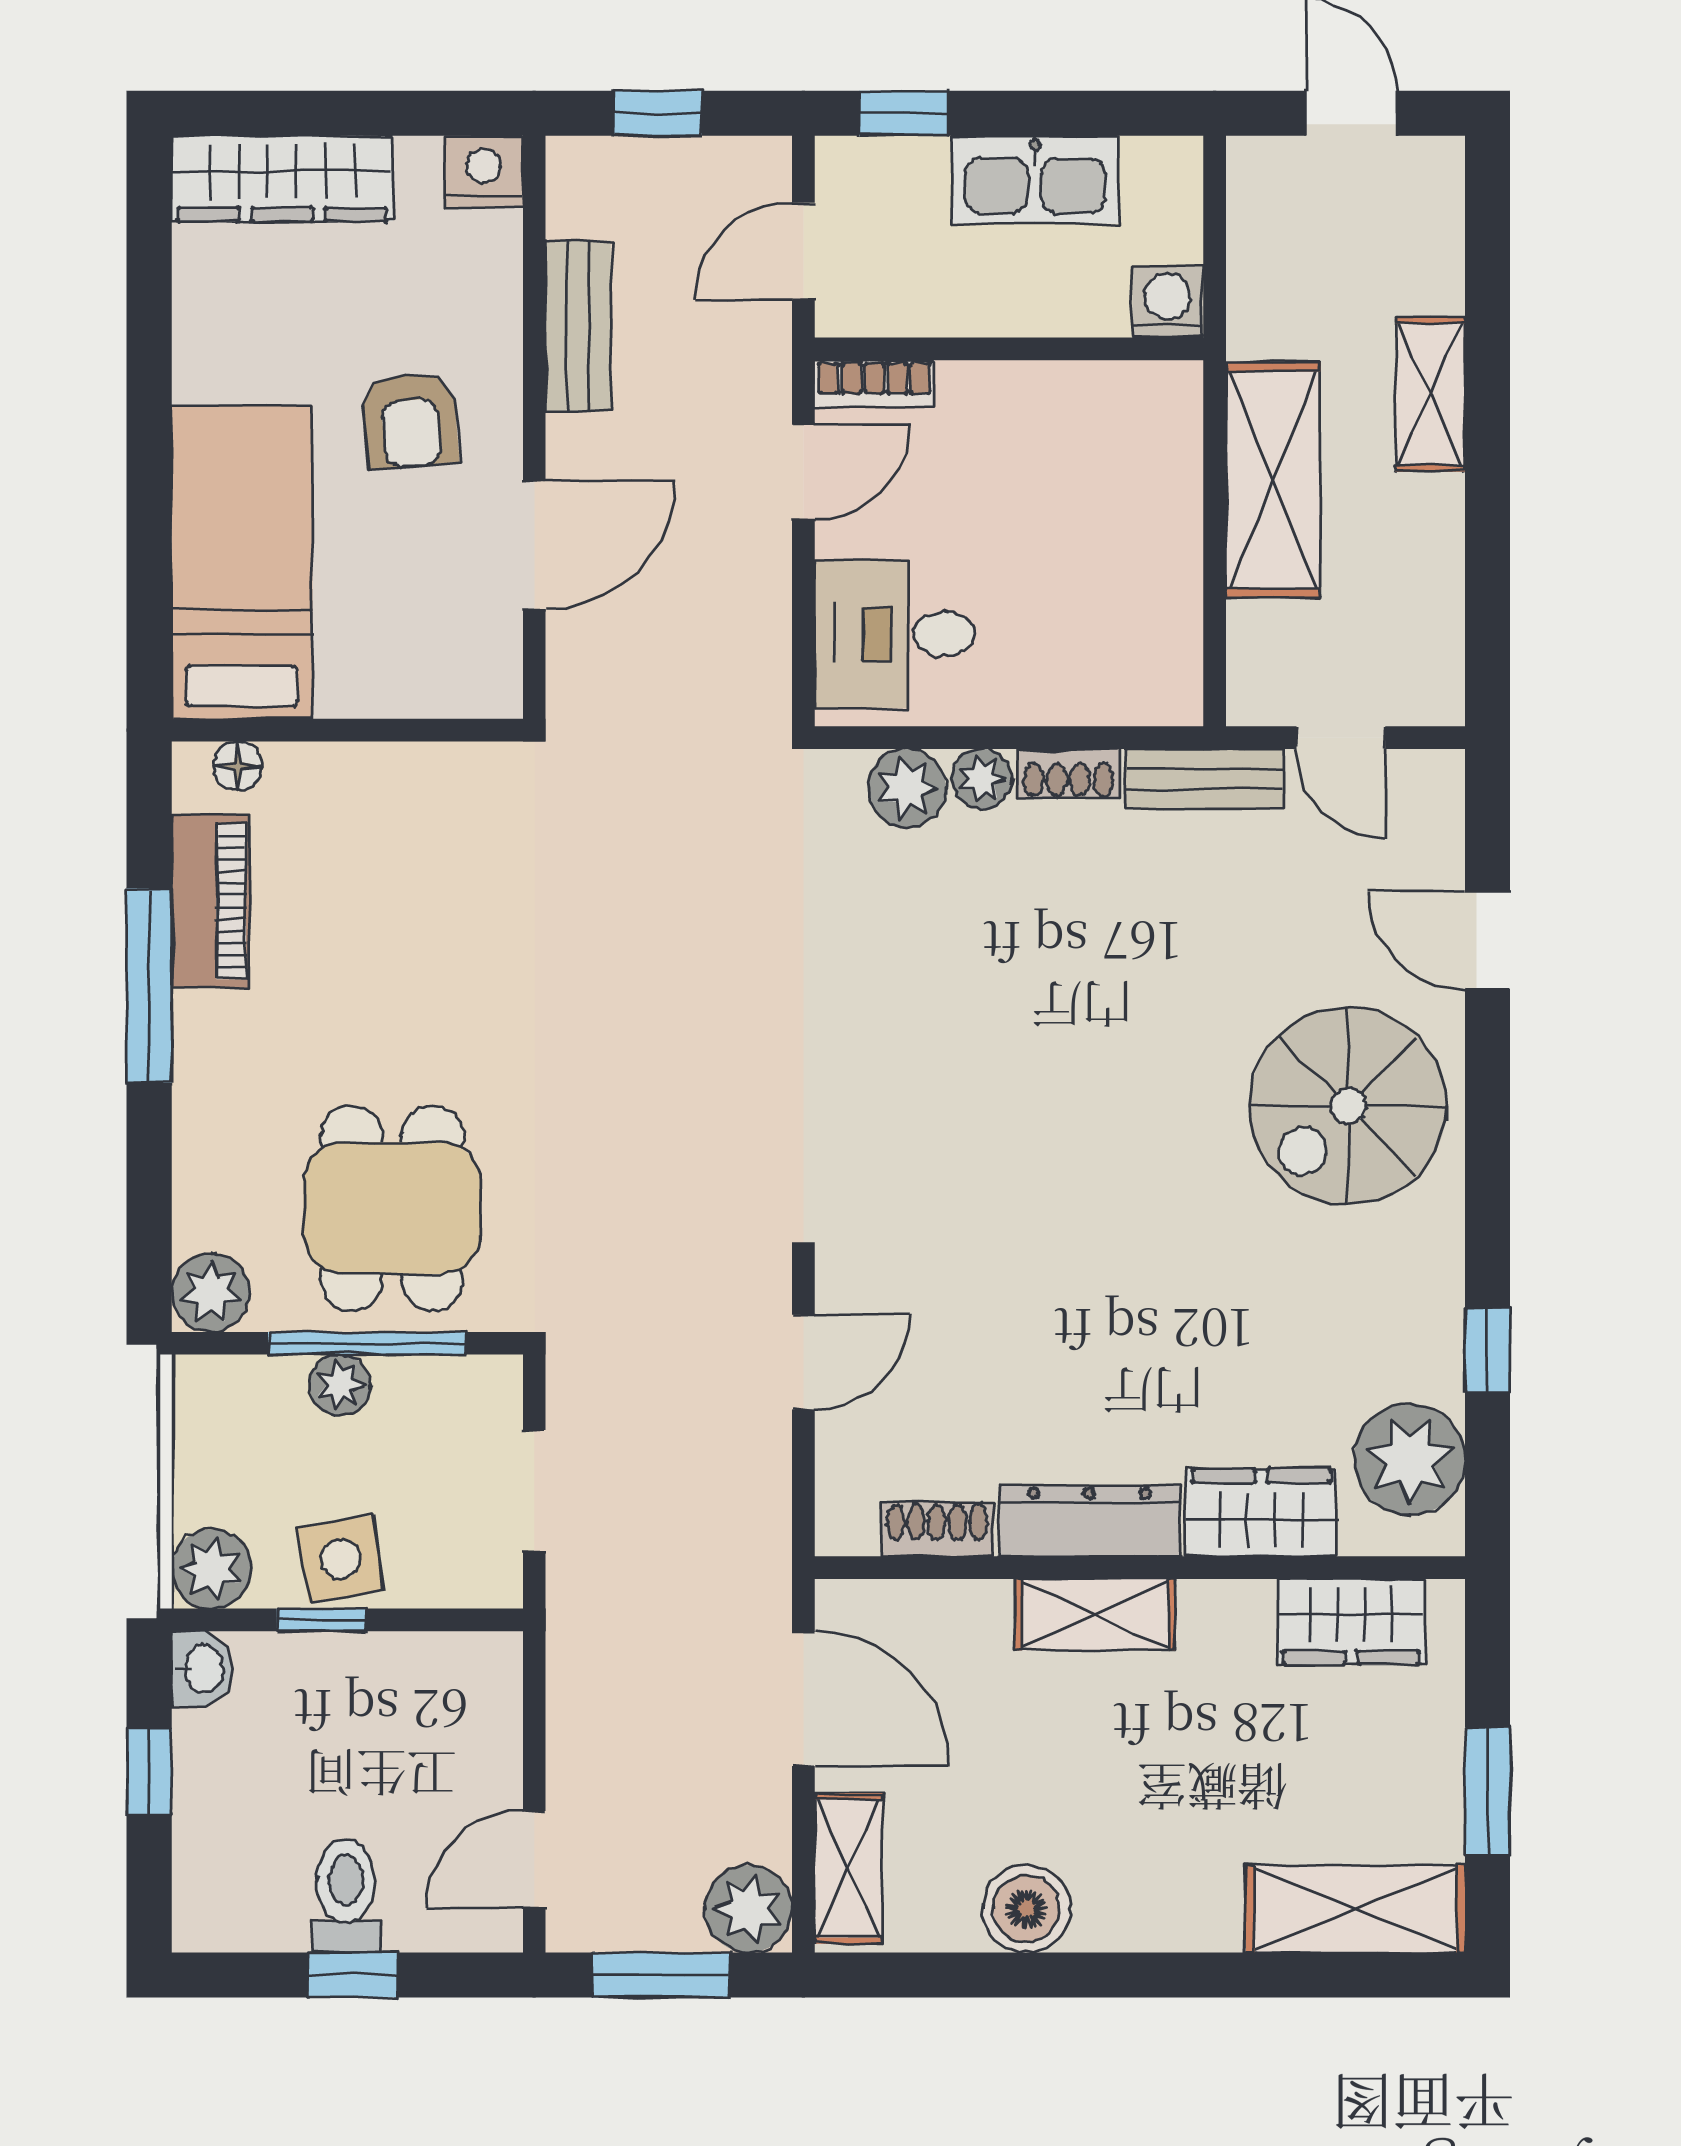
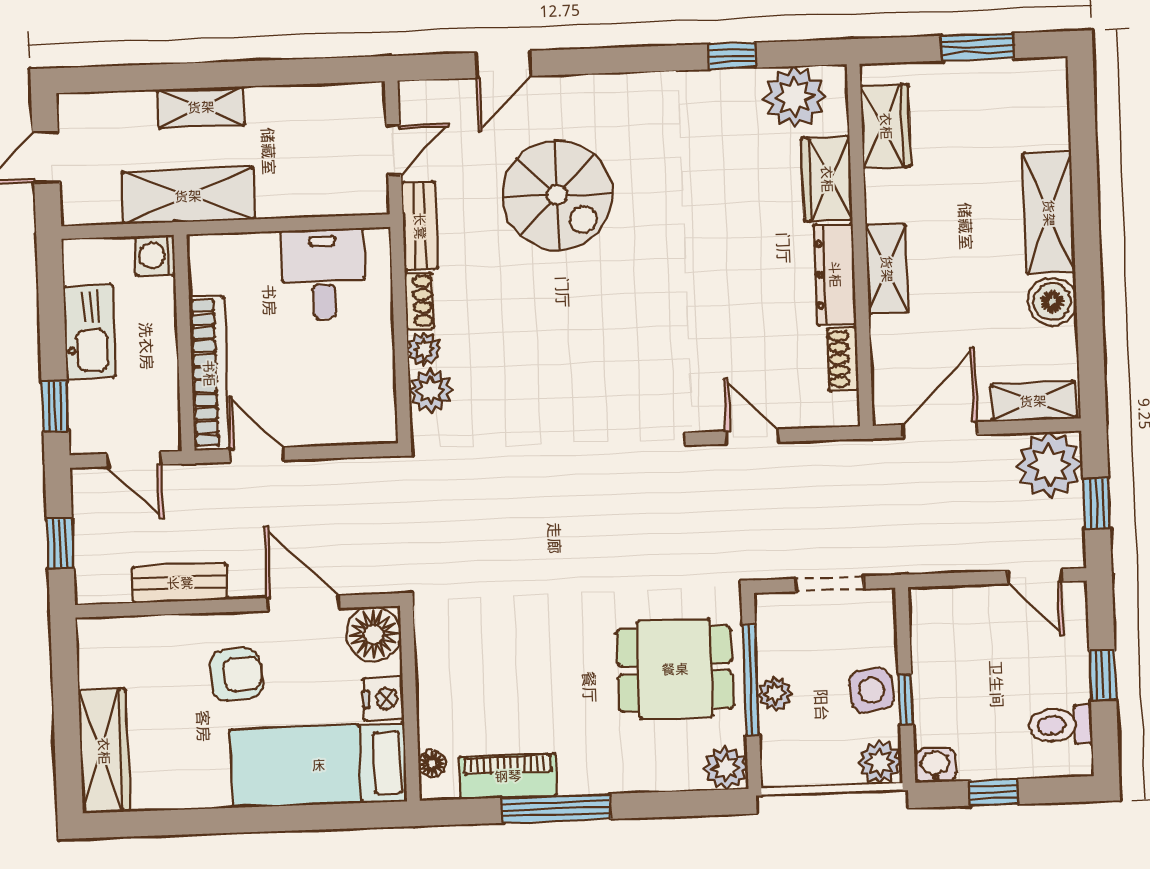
nightstand: (484, 172) -> (383, 699), moved, turned 180
bookcase: (874, 384) -> (209, 373), width x2.31, depth x1.31
shelving: (1273, 480) -> (188, 196), moved
desk: (895, 634) -> (323, 274), moved, turned 180
floor lamp: (474, 670) -> (374, 634), added
spiral stairs: (1348, 1106) -> (557, 195), moved
toilet: (346, 1896) -> (1060, 725), moved
plant: (748, 1909) -> (1049, 465), width x1.36, depth x1.36
shelving: (1356, 1909) -> (1049, 213), moved
window: (661, 1975) -> (1096, 503), width x0.67

